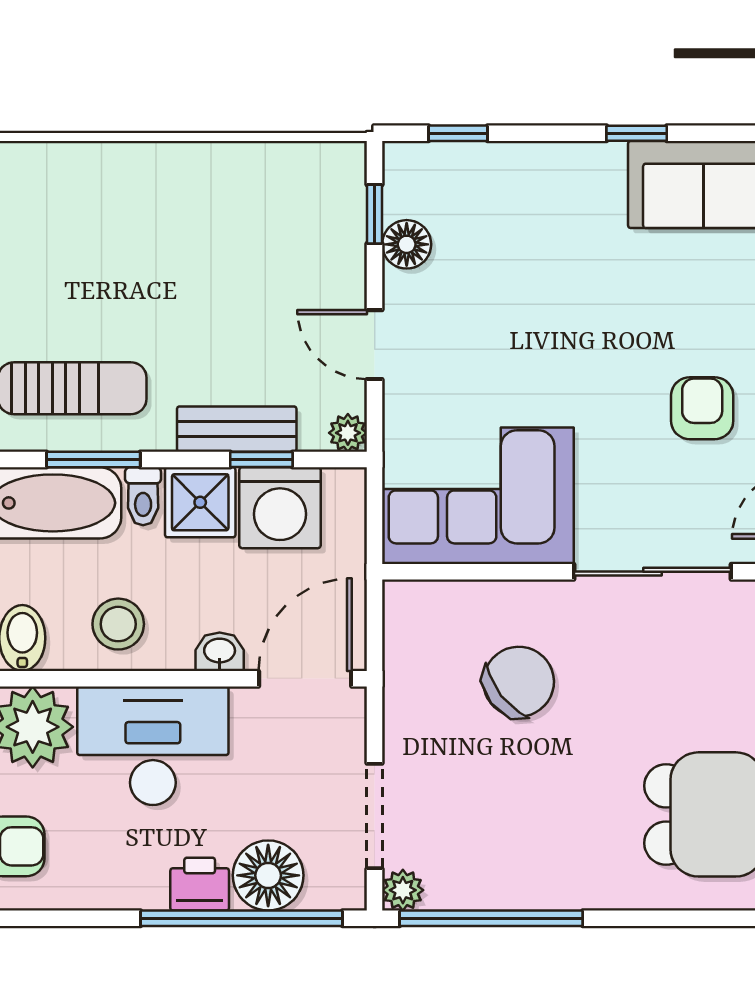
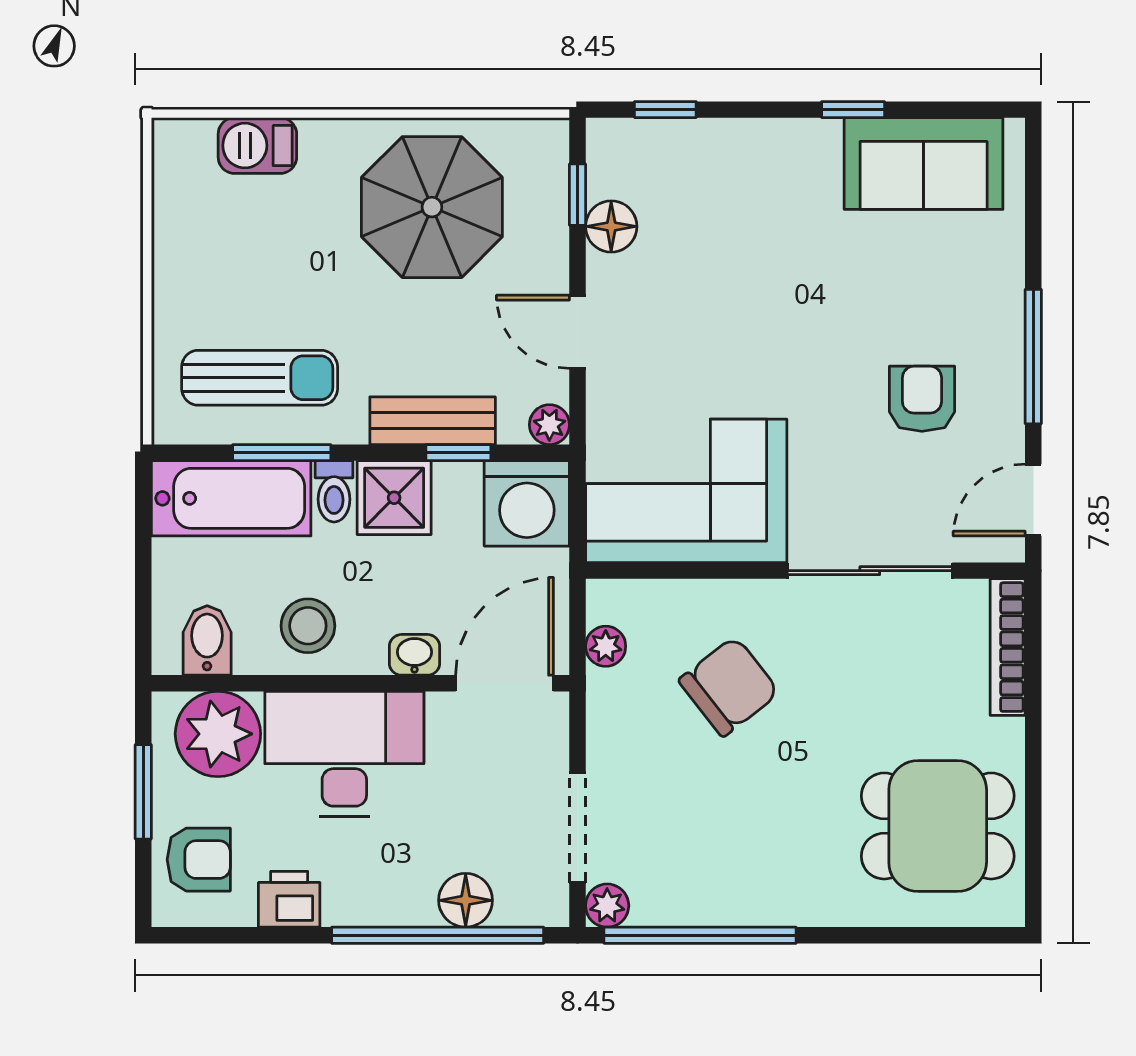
barbecue: (70, 167) -> (257, 146), added
parasol: (236, 226) -> (432, 207), added
washing machine: (280, 508) -> (527, 503), moved
plant: (401, 644) -> (606, 646), added
floor lamp: (268, 875) -> (466, 900), width x0.73, depth x0.73
printer: (200, 884) -> (289, 899), moved

